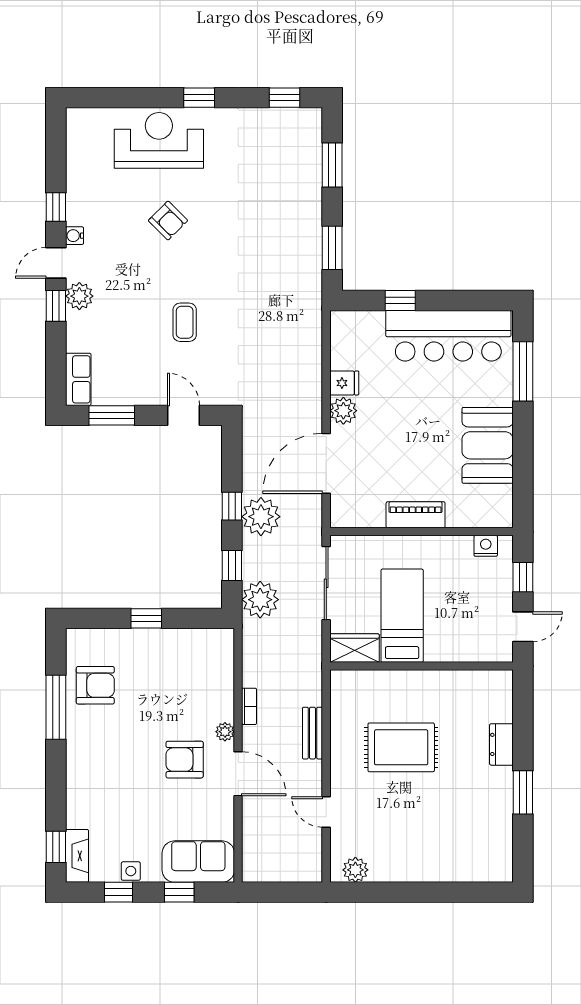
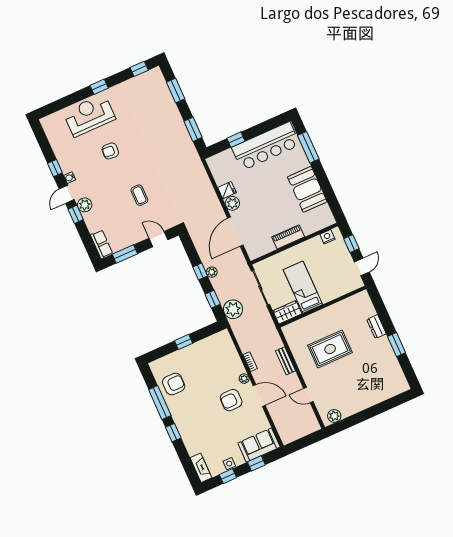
armchair: (168, 221) -> (110, 151), turned 139
plant: (261, 517) -> (212, 272), width x0.53, depth x0.53
window: (56, 847) -> (173, 433), moved

